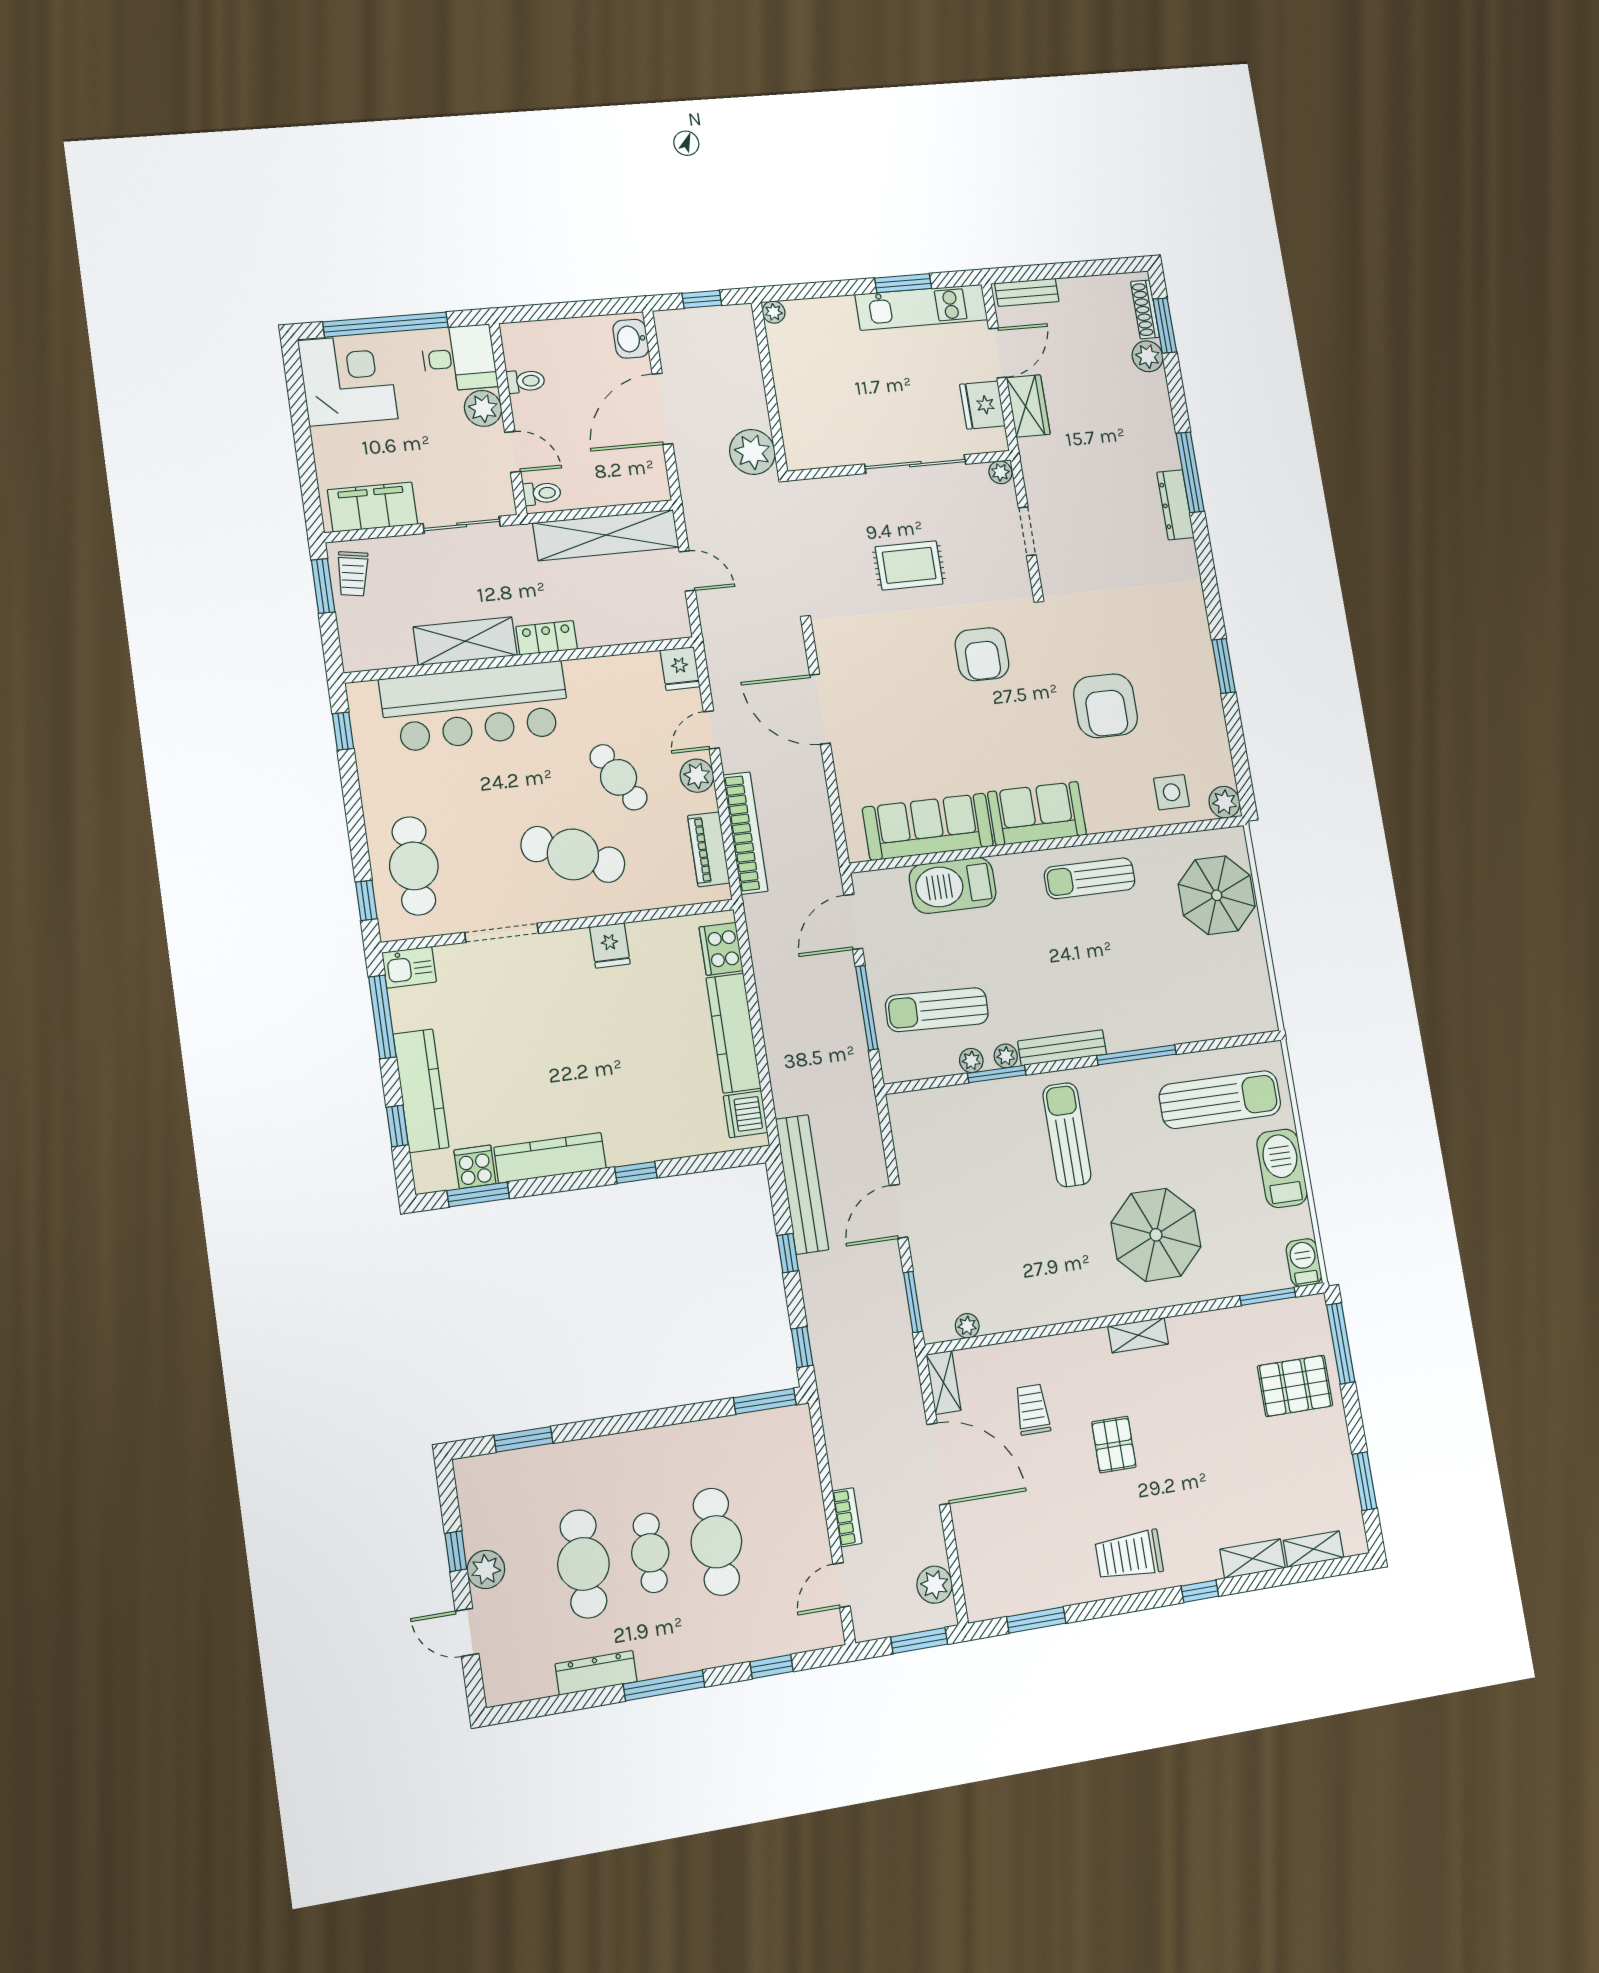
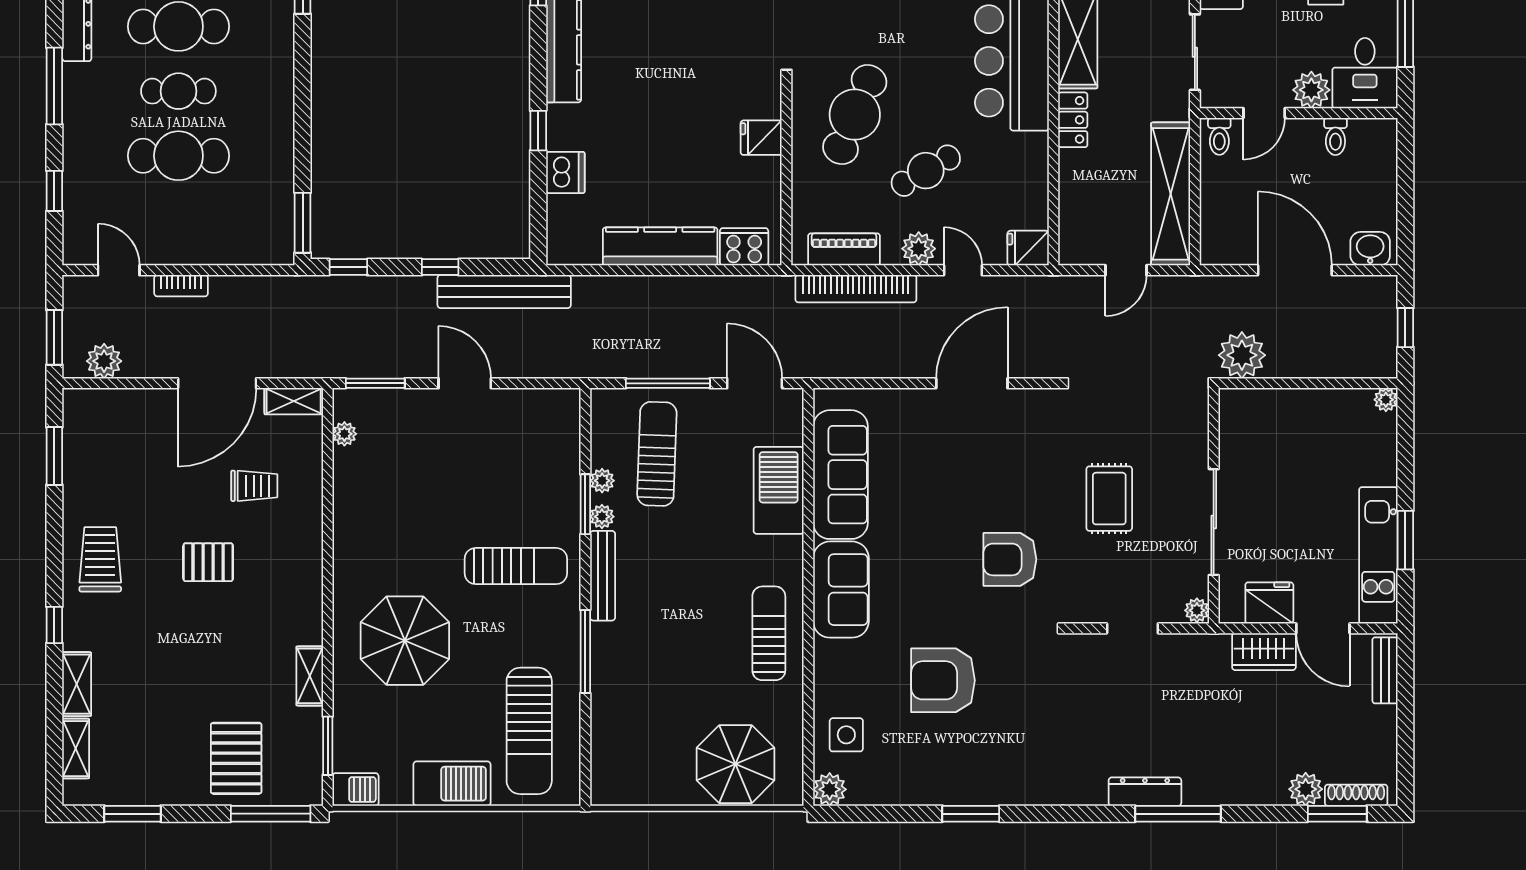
dishwasher: (745, 1114) -> (565, 172), moved, turned 90
shelving: (1138, 1335) -> (310, 676), moved

